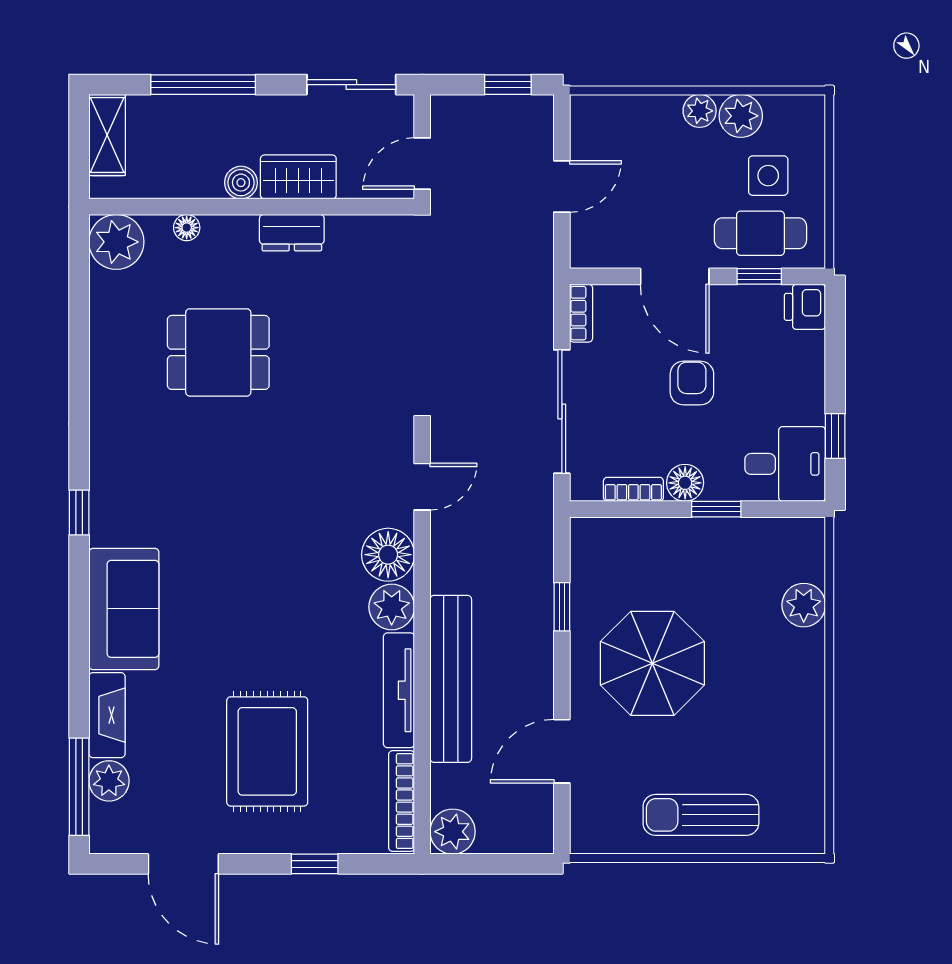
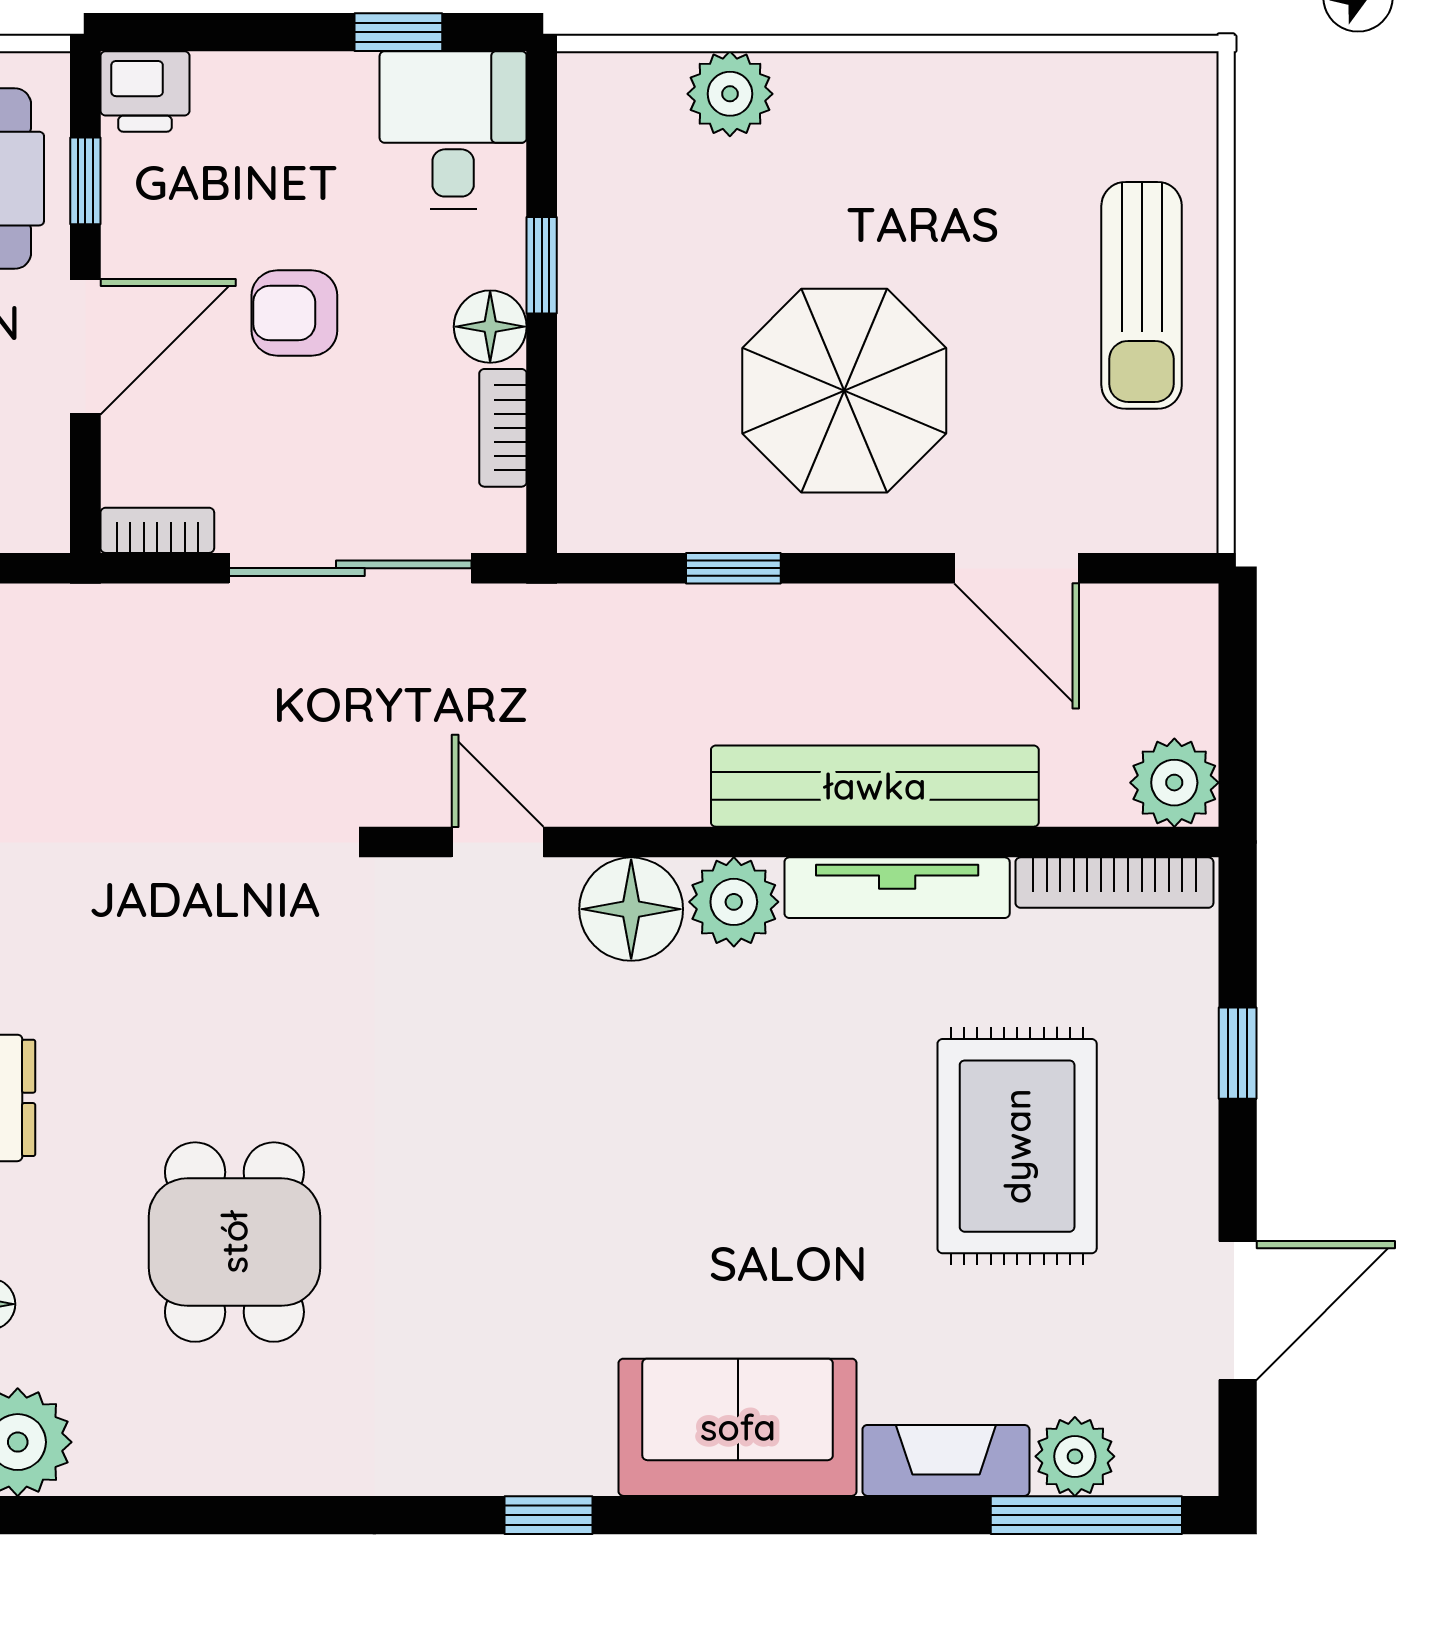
rug: (267, 751) -> (1017, 1146), turned 90

